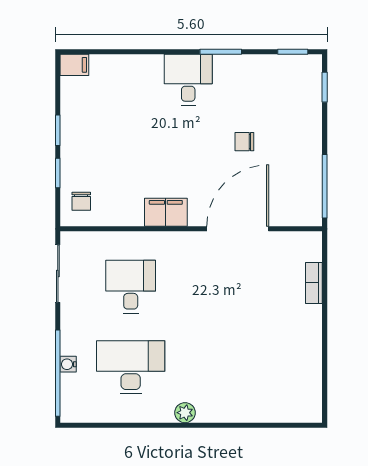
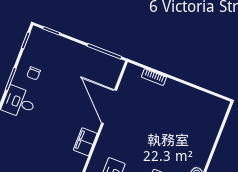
chair: (244, 142) -> (34, 73), moved

